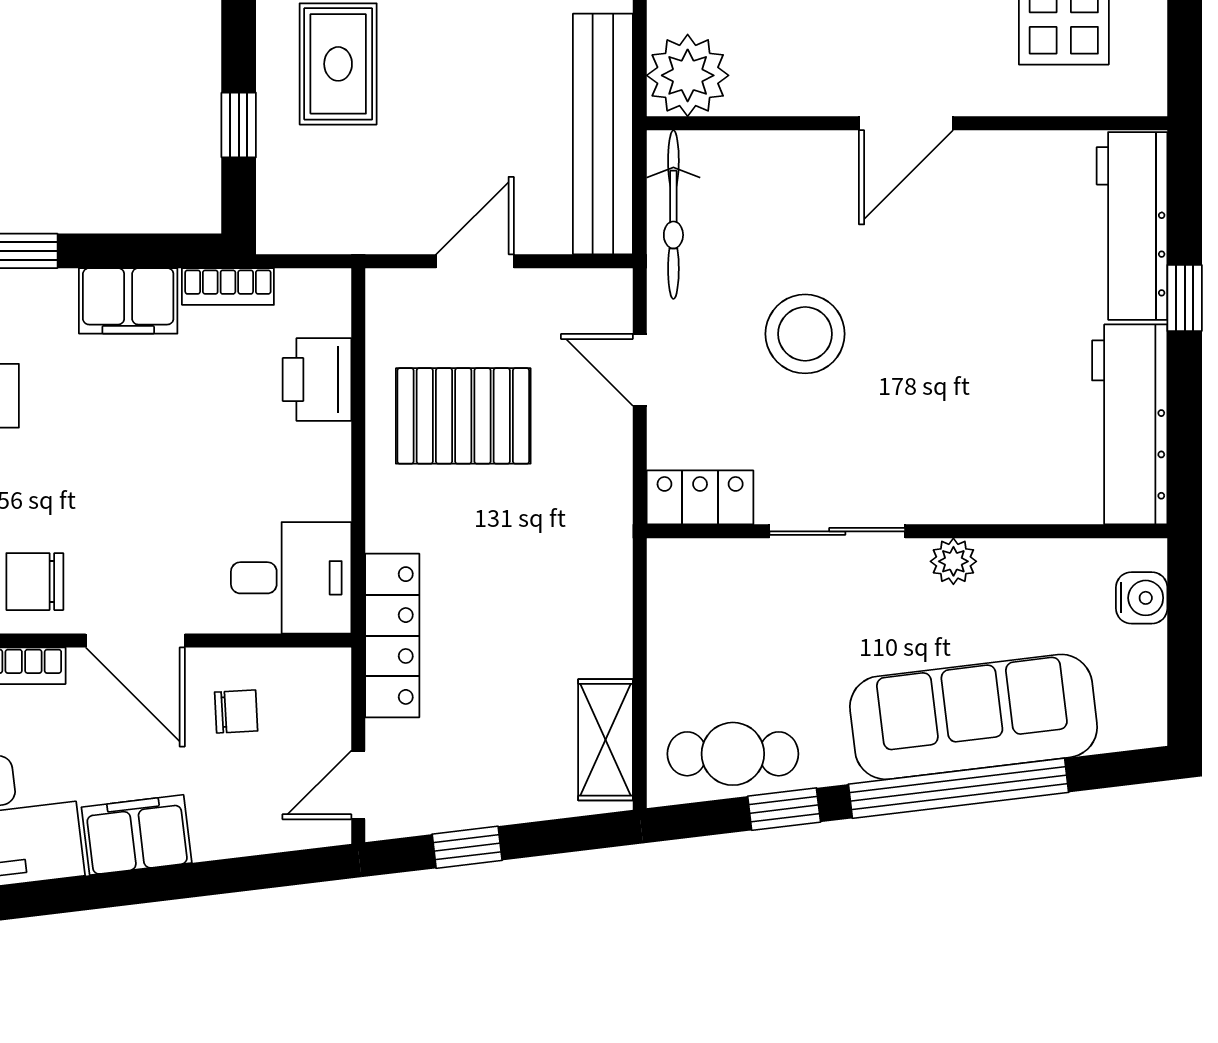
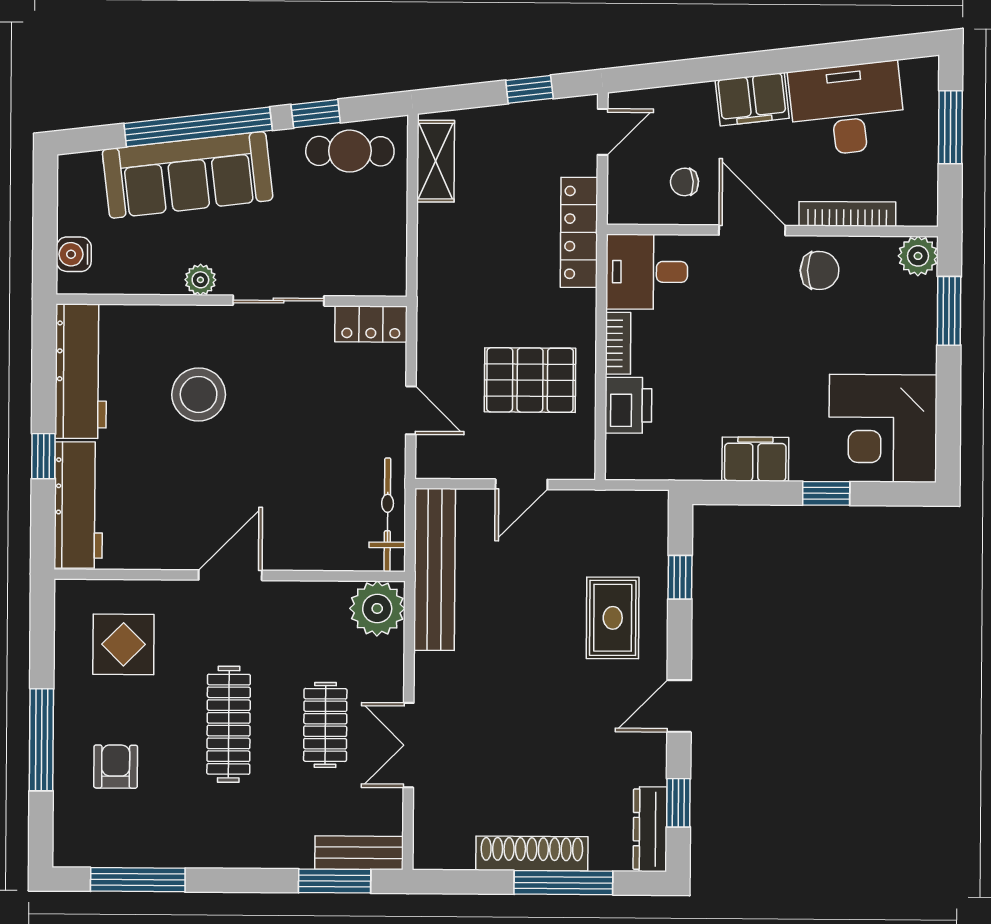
bookcase: (228, 287) -> (618, 343), moved, turned 90
stool: (805, 334) -> (199, 394), moved

